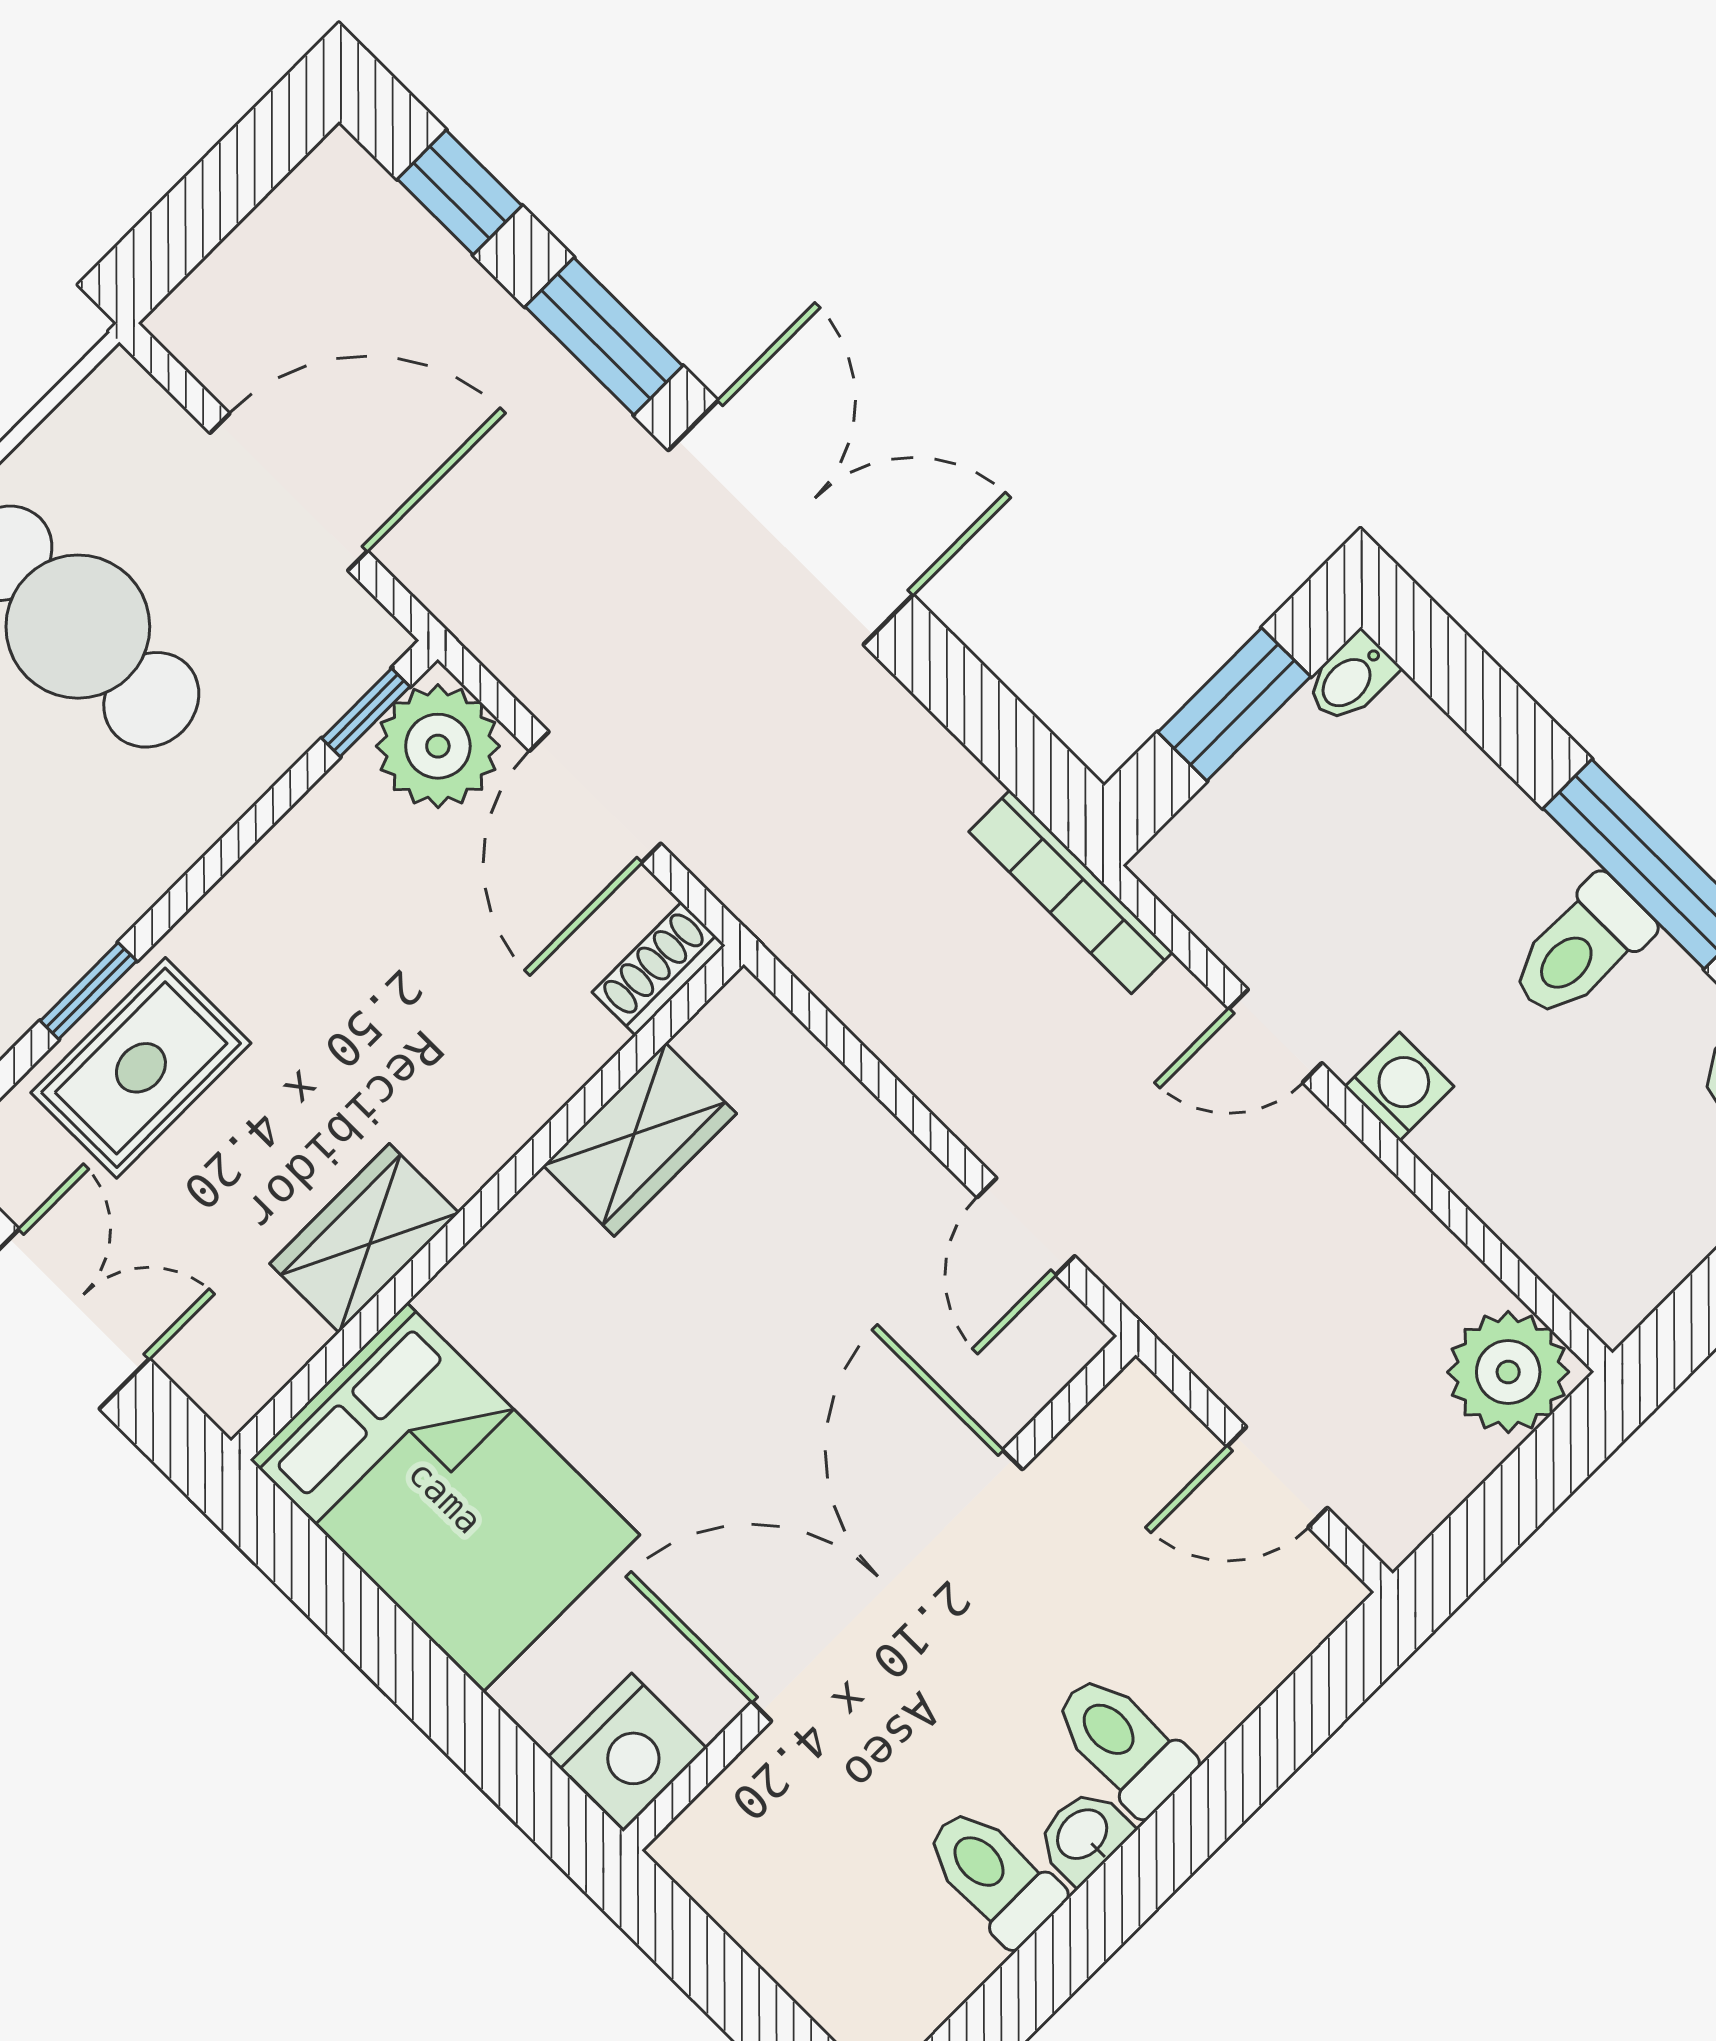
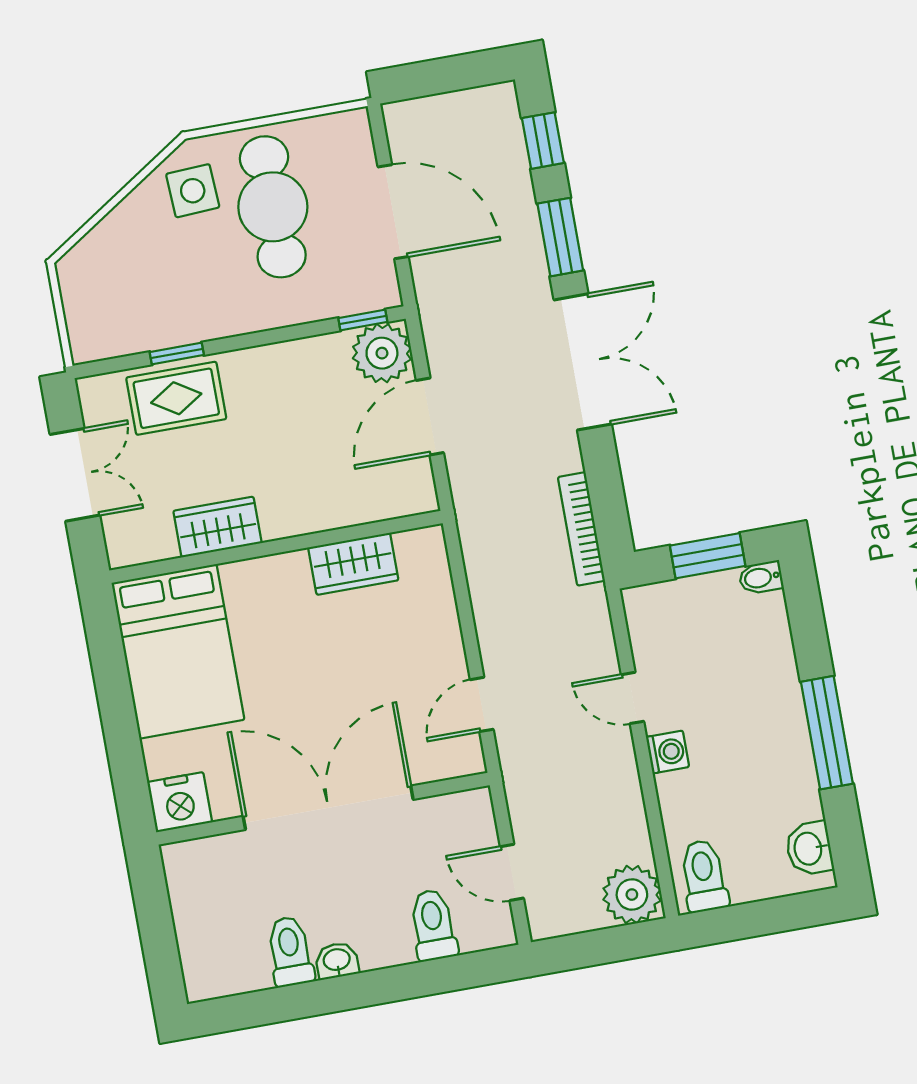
bookcase: (1071, 892) -> (581, 529), moved
toilet: (1581, 948) -> (704, 876), moved, turned 90
shoe rack: (659, 969) -> (408, 502), removed
toilet: (1123, 1743) -> (433, 925), moved

